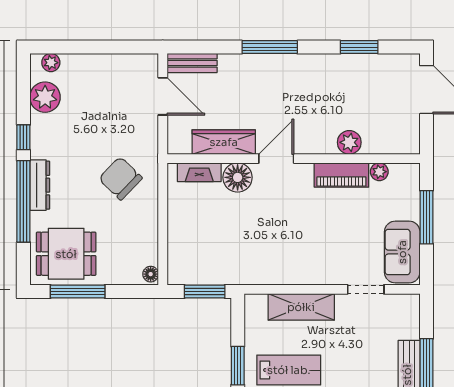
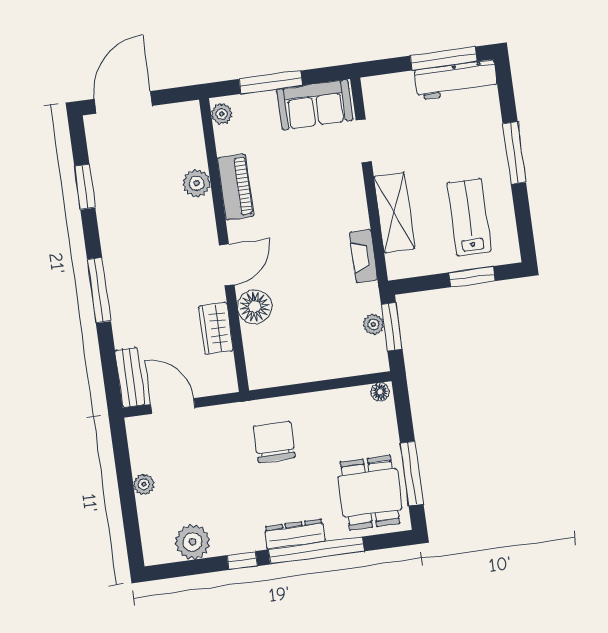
plant: (51, 63) -> (144, 484), moved
door: (163, 96) -> (173, 406), hinge flipped
wardrobe: (224, 142) -> (216, 328), width x0.67
door: (276, 159) -> (227, 265), swing flipped
fireplace: (199, 172) -> (363, 256), moved, turned 180
plant: (379, 172) -> (222, 114), moved
chair: (120, 178) -> (274, 442), turned 136
plant: (209, 276) -> (373, 324), added

